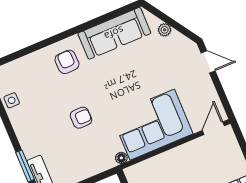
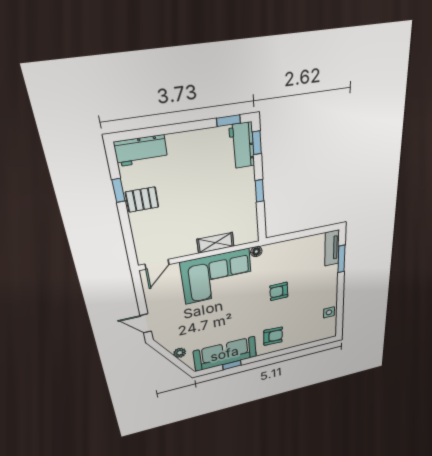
window: (102, 19) -> (232, 365), added
armchair: (67, 62) -> (273, 336), turned -85
shelving: (165, 160) -> (215, 243), added

